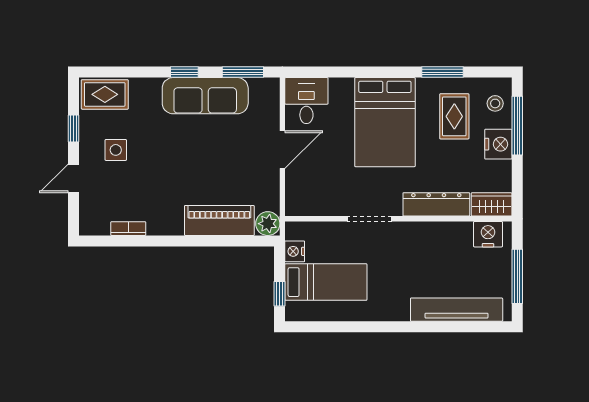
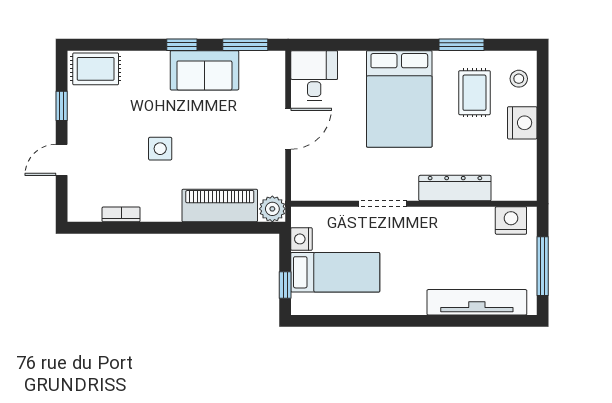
sofa: (205, 96) -> (204, 70), width x0.73
window: (517, 126) -> (543, 103), removed
side table: (116, 150) -> (160, 149), moved
wardrobe: (492, 204) -> (515, 188), removed

